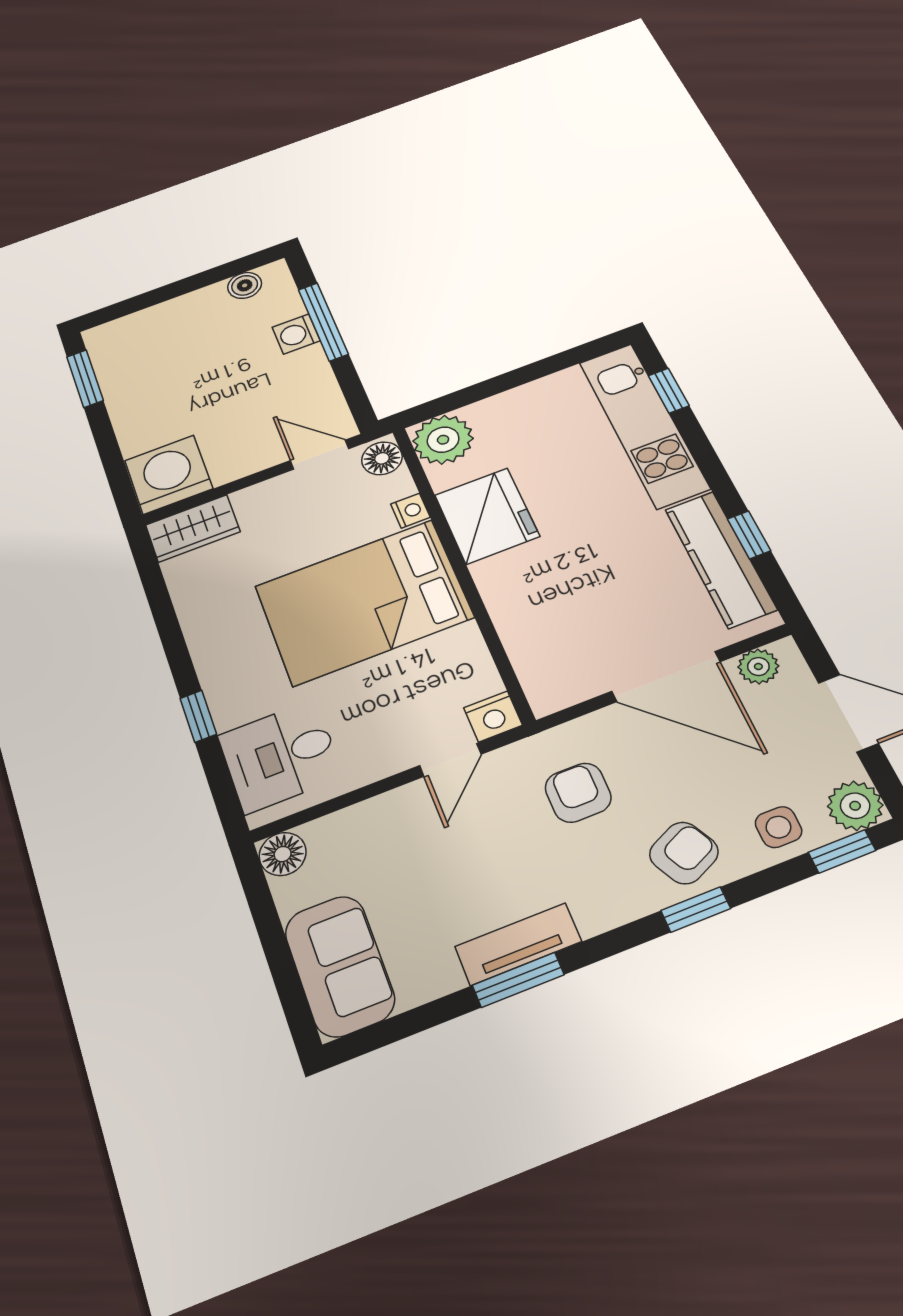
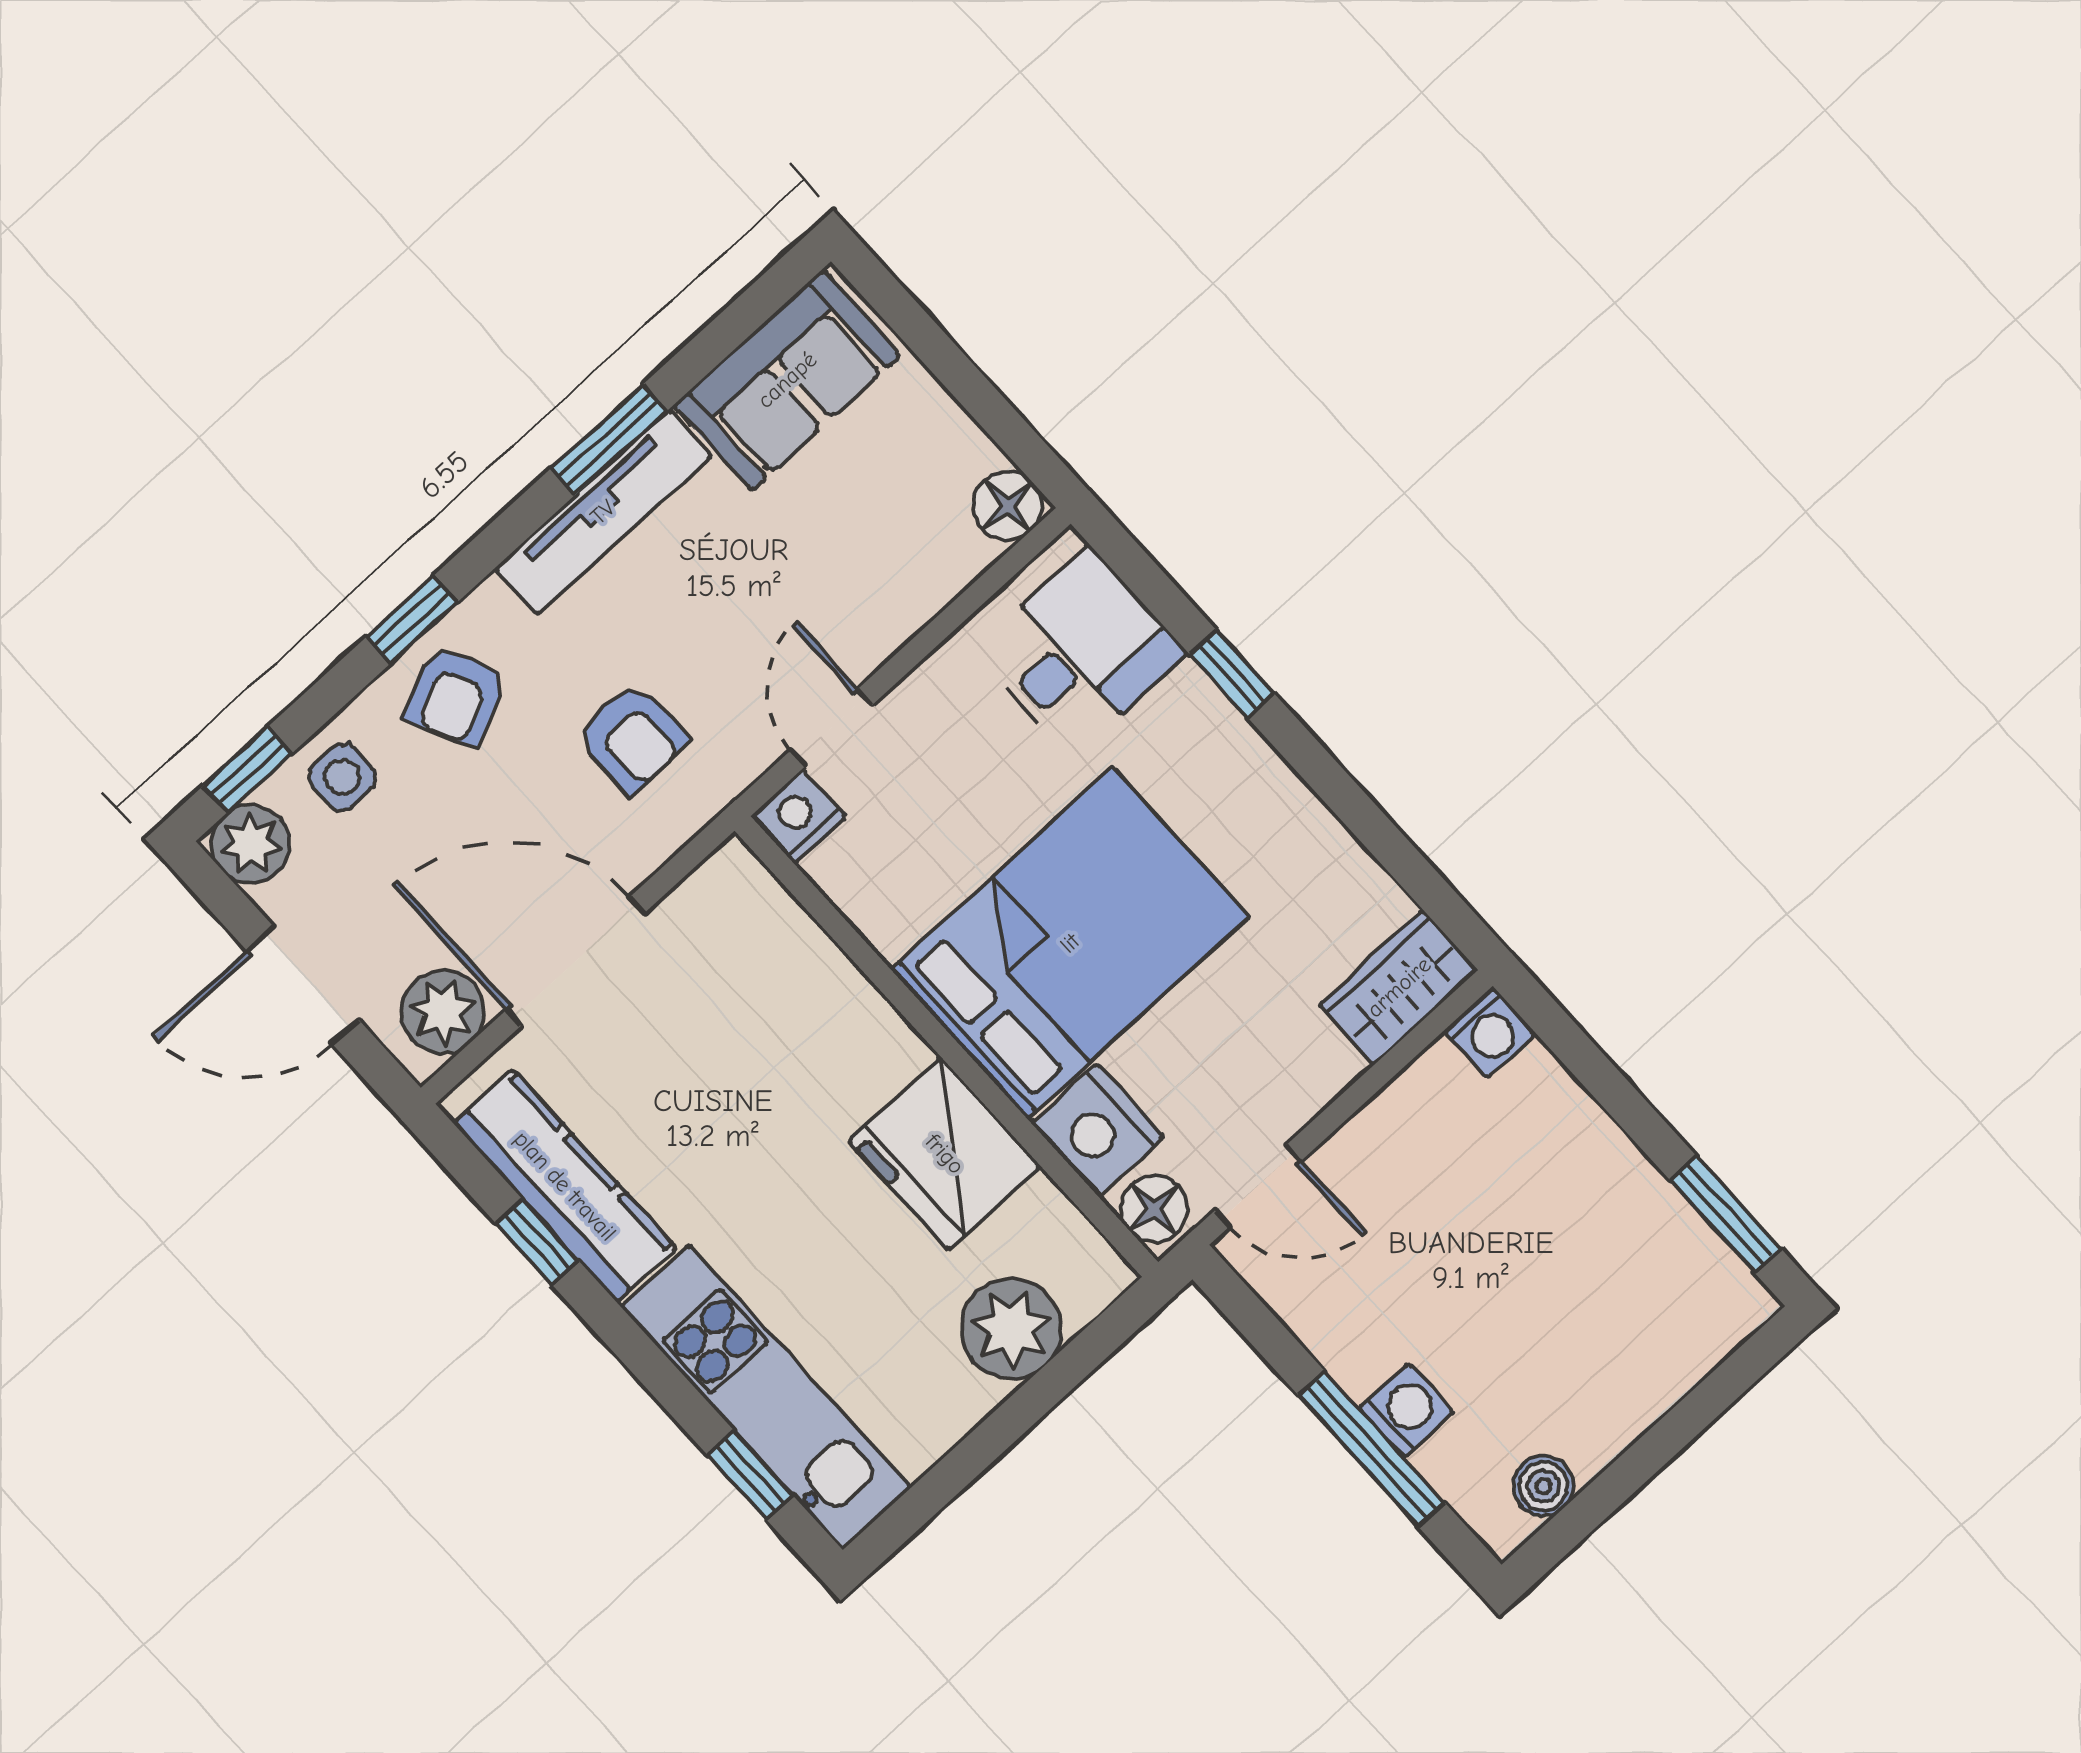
plant: (443, 440) -> (1011, 1329), moved
washing machine: (169, 475) -> (1489, 1033), width x0.53, depth x0.53
nightstand: (410, 511) -> (1098, 1130), width x1.89, depth x1.79
plant: (758, 666) -> (443, 1012), width x1.38, depth x1.38
tv unit: (518, 944) -> (603, 512), width x1.41
sofa: (339, 966) -> (787, 380), moved, turned -90

